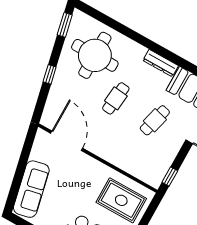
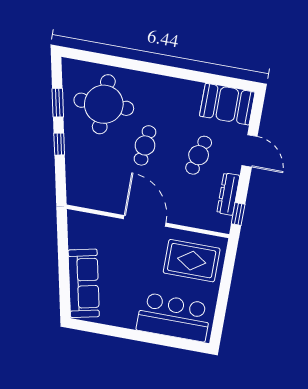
window: (65, 25) -> (58, 103), moved
dresser: (161, 63) -> (228, 194), moved, turned 90
door: (67, 141) -> (145, 221), moved

